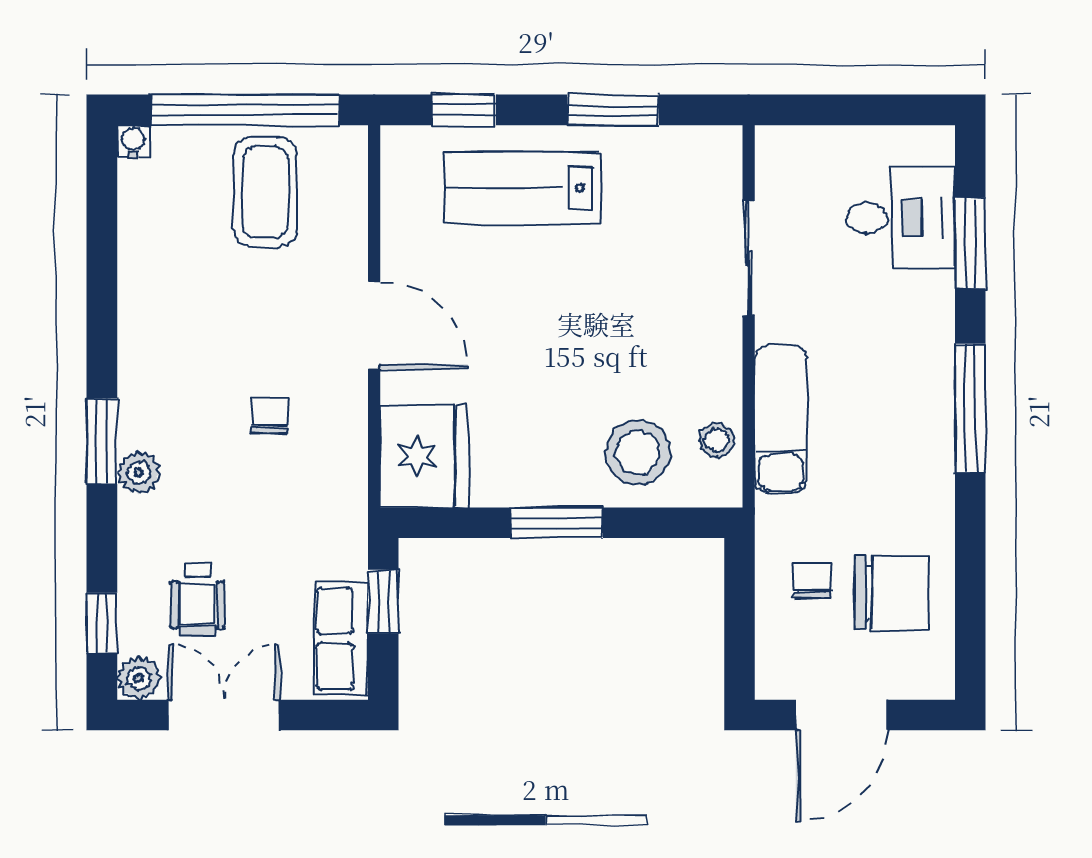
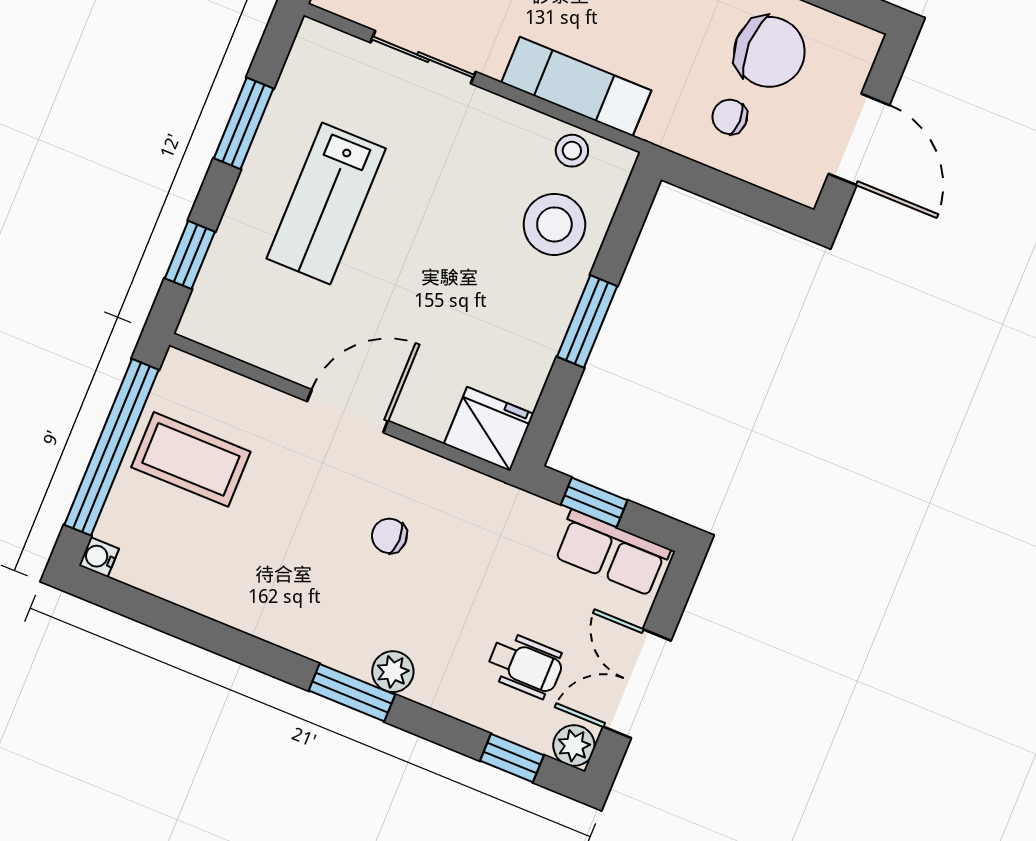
lab bench: (522, 188) -> (326, 203), moved
fridge: (424, 456) -> (489, 429), width x0.73, depth x0.75
chair: (891, 593) -> (769, 52), turned 90

